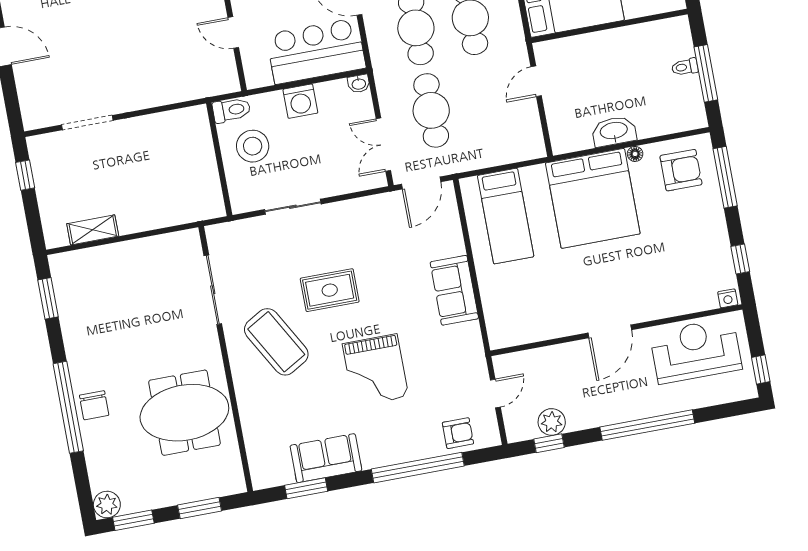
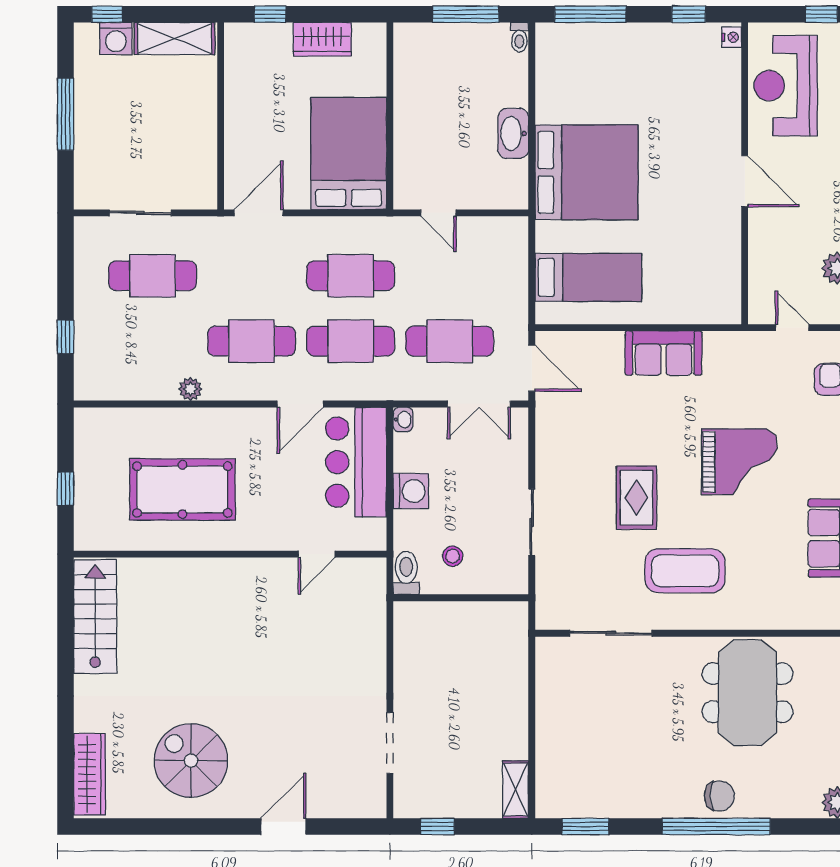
toilet: (685, 67) -> (519, 37), moved
stool: (253, 146) -> (453, 556), width x0.53, depth x0.53
floor lamp: (635, 154) -> (544, 114), removed
armchair: (681, 170) -> (573, 64), removed
shelving: (93, 230) -> (516, 790), moved
coffee table: (276, 342) -> (685, 571), turned 30

